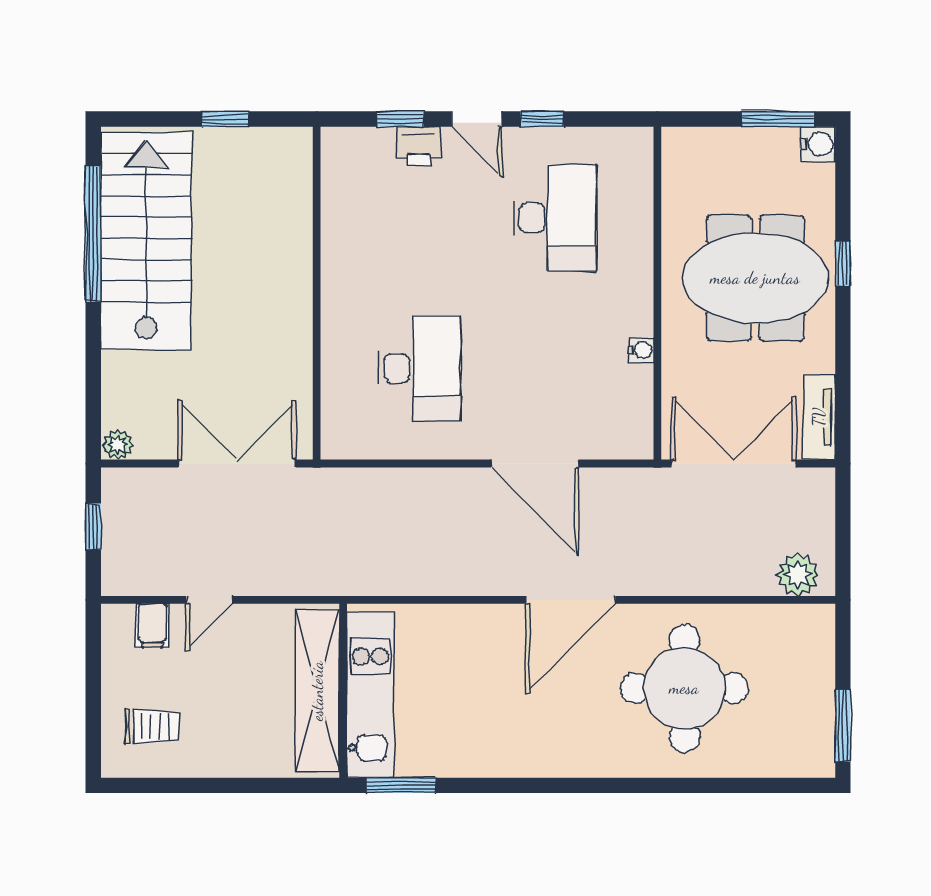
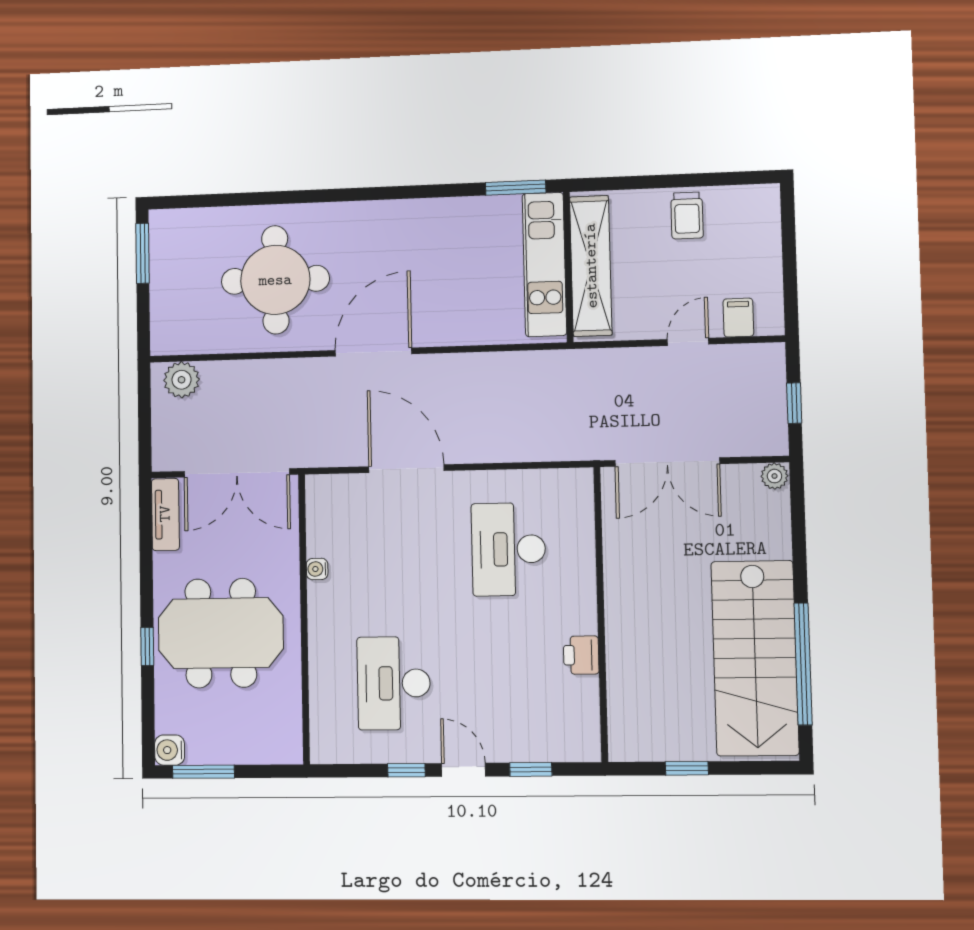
printer: (419, 146) -> (581, 655), moved, turned -90
trolley: (152, 727) -> (687, 215), moved, turned -90

